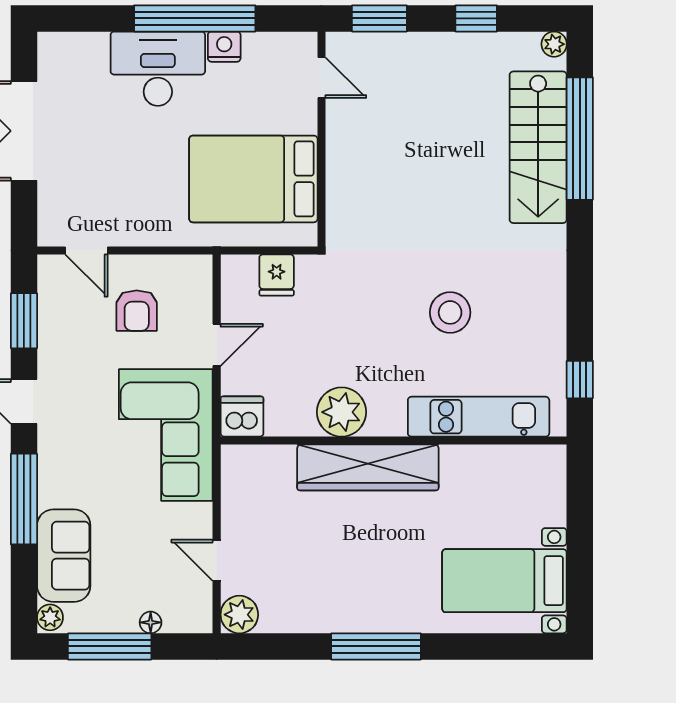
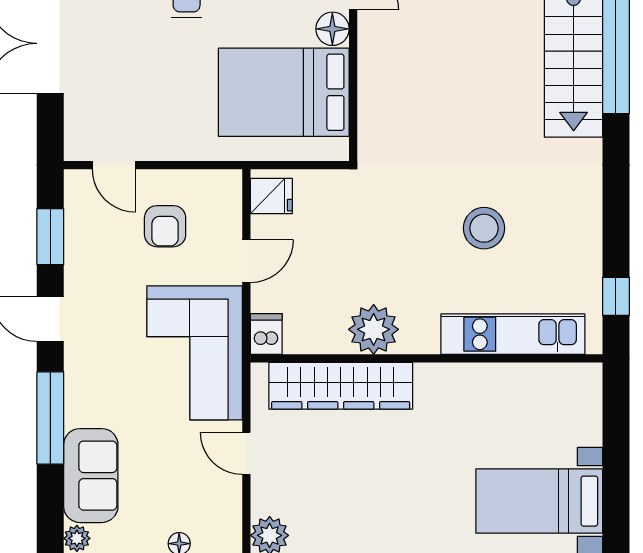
floor lamp: (301, 117) -> (332, 29), added
fridge: (277, 275) -> (271, 196), moved, turned -90
dishwasher: (242, 417) -> (266, 334), width x0.73
wardrobe: (368, 467) -> (341, 386), moved
door: (217, 560) -> (246, 453), moved

